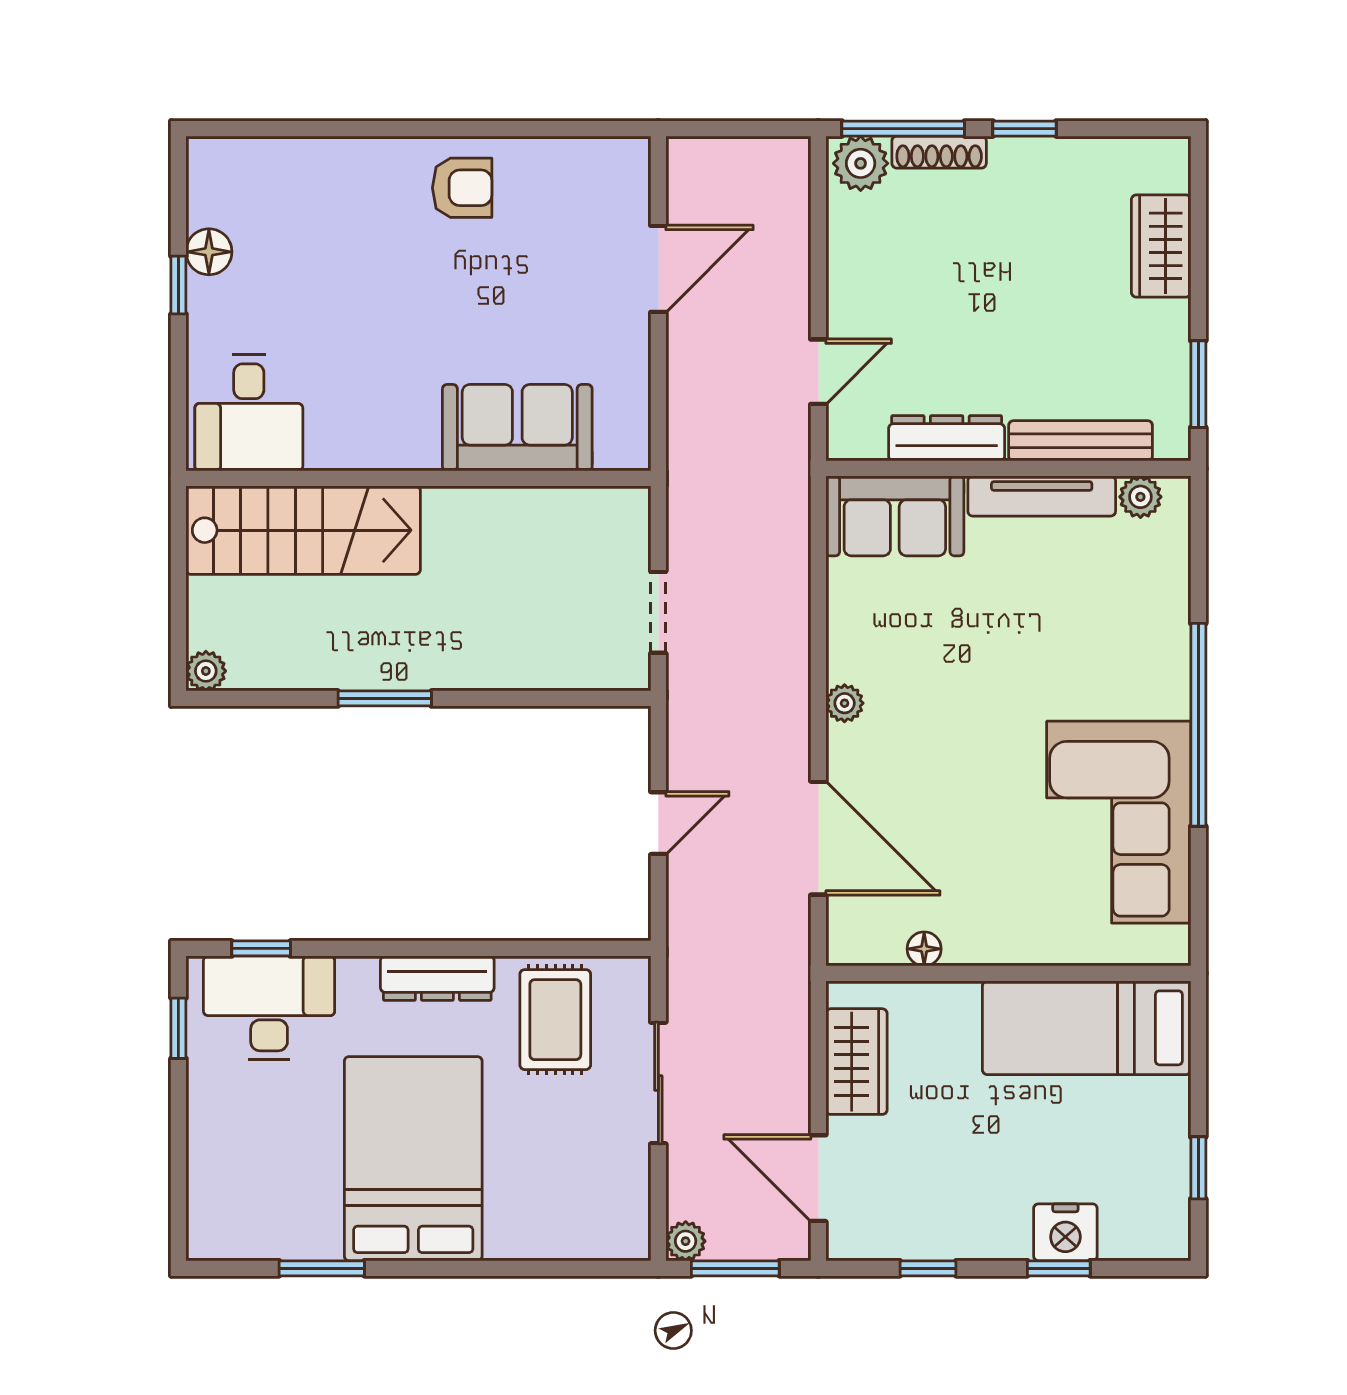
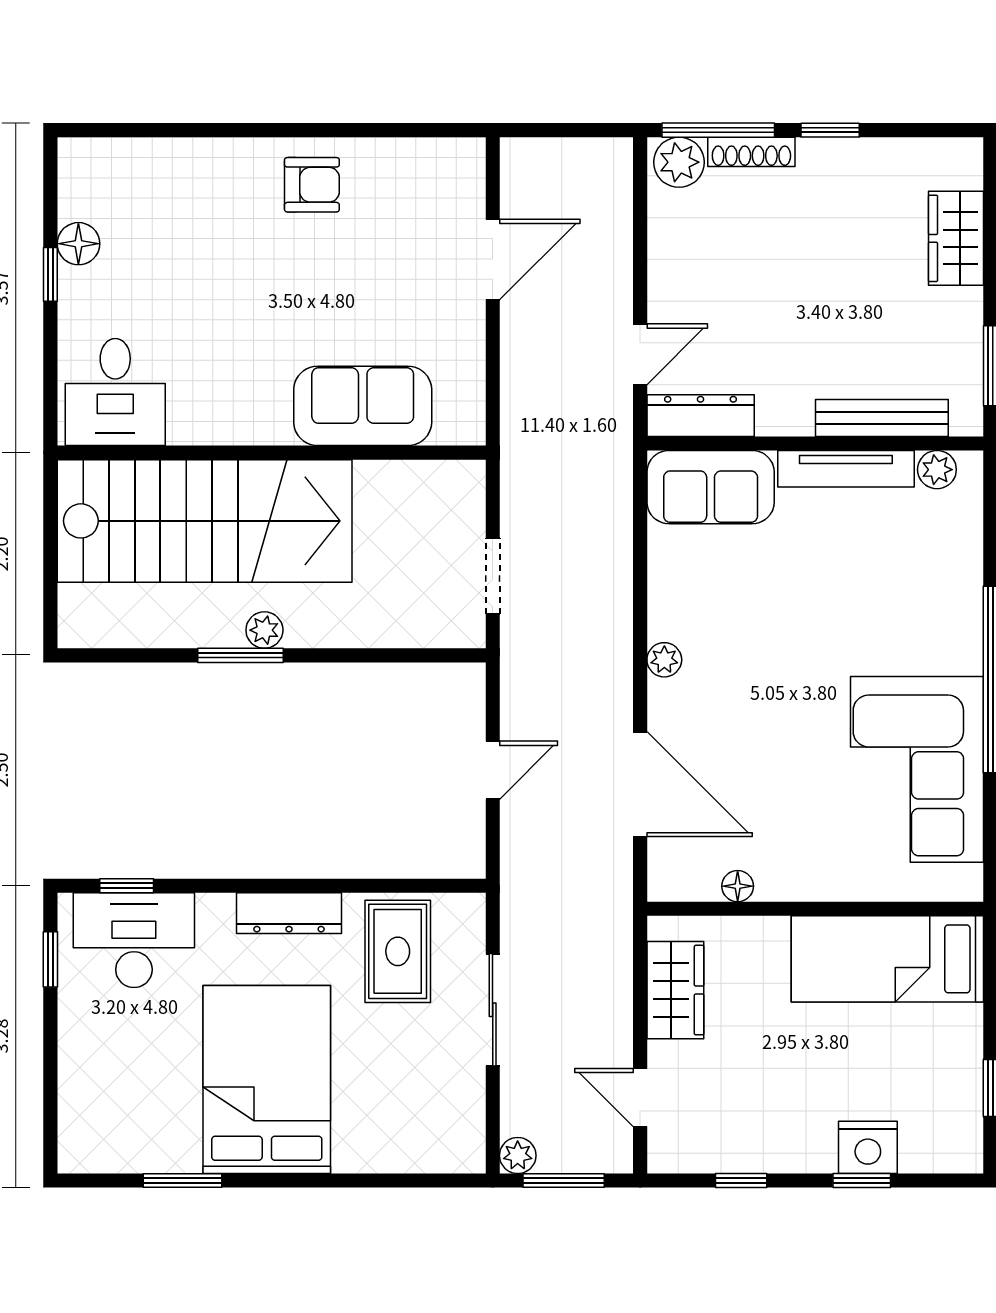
dresser: (947, 438) -> (701, 416), moved
stairs: (303, 530) -> (205, 521), width x1.36, depth x1.51
plant: (206, 671) -> (264, 630), moved
door: (818, 1178) -> (640, 1098), width x0.73

